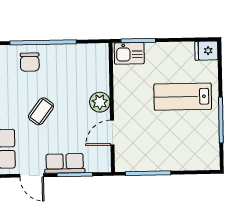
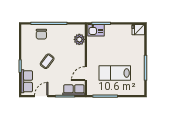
lab bench: (183, 97) -> (115, 73), moved
plant: (100, 102) -> (79, 39), moved
row of seats: (65, 163) -> (74, 90), moved
door: (32, 175) -> (41, 96), swing flipped

